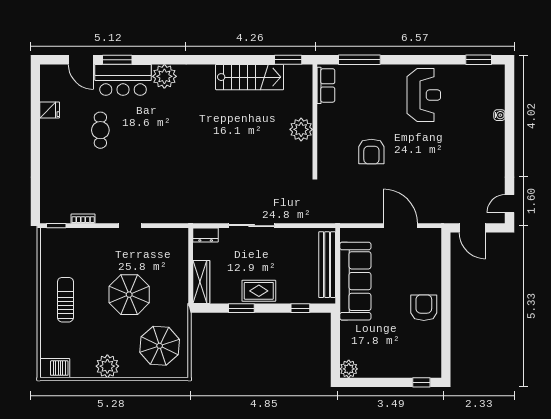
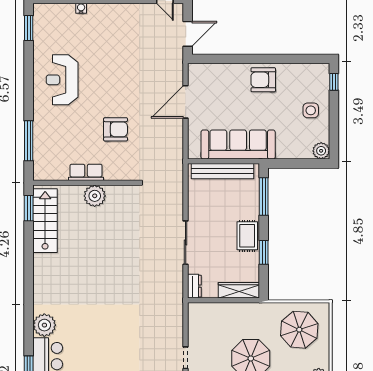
stairs: (250, 77) -> (45, 221), moved
row of seats: (326, 85) -> (86, 172), moved
reception desk: (424, 95) -> (62, 80), turned -90
window: (300, 308) -> (264, 196), width x2.17
side table: (391, 358) -> (311, 110), added

